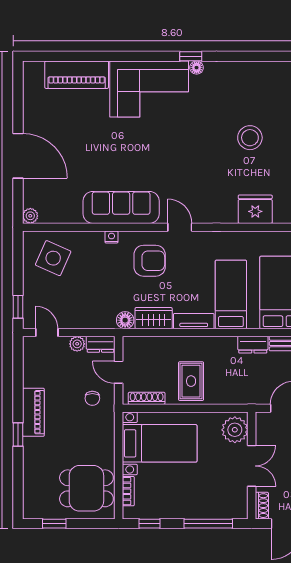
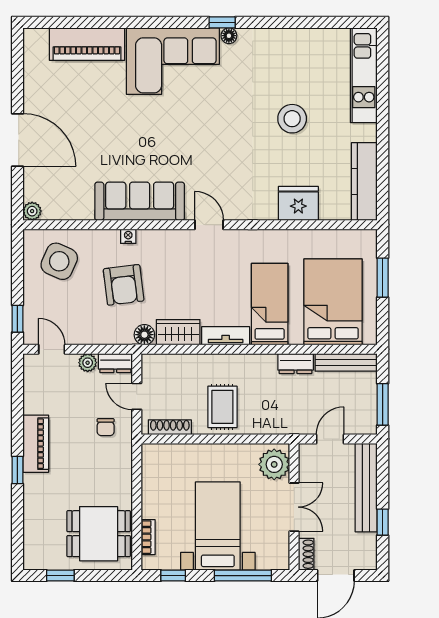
armchair: (150, 261) -> (124, 285), moved, turned 83
bed with nightstands: (160, 443) -> (218, 526), moved, turned -90

